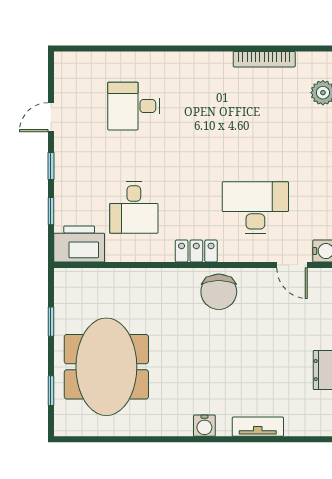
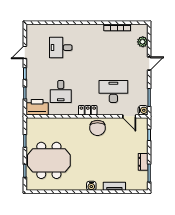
meeting table: (106, 367) -> (49, 160), turned 90

